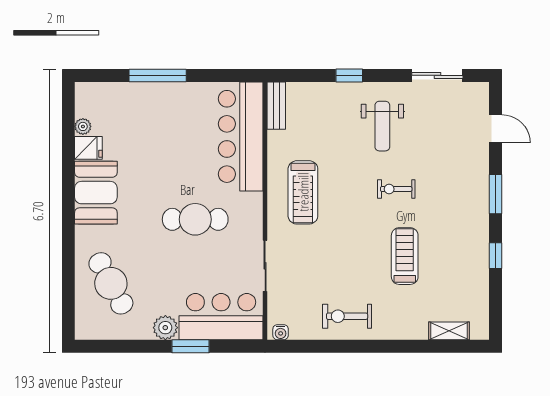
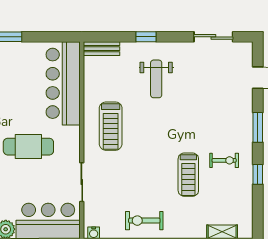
bench: (276, 106) -> (102, 49), moved, turned 90
weight bench: (382, 126) -> (156, 79), moved
exercise bike: (396, 189) -> (224, 160), moved, turned 180
treadmill: (405, 256) -> (188, 175), turned 180

